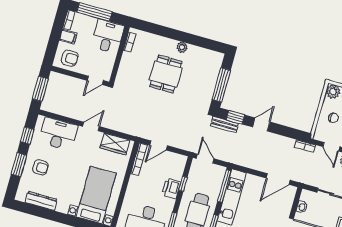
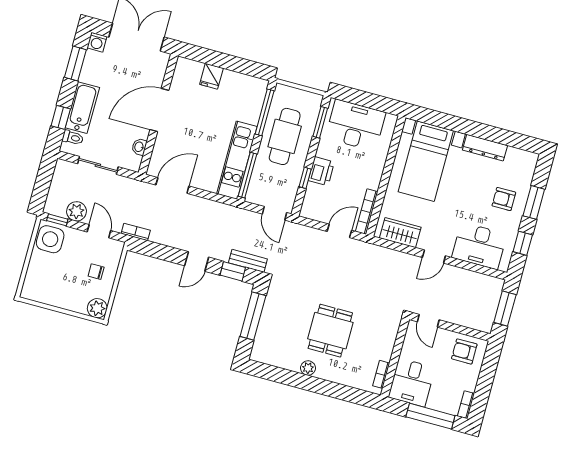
filing cabinet: (68, 37) -> (467, 381), removed
door: (95, 80) -> (428, 321), swing flipped
dresser: (41, 201) -> (485, 148), moved

